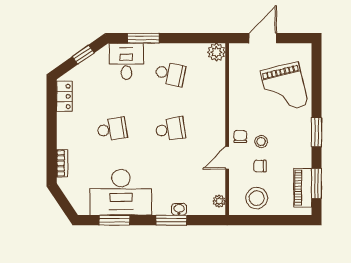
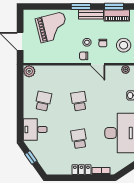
window: (143, 38) -> (20, 118), removed
locker: (64, 96) -> (81, 170), moved
bench: (304, 148) -> (91, 14), added

